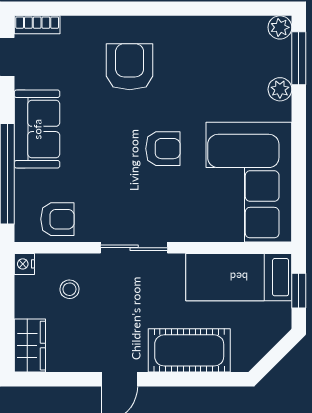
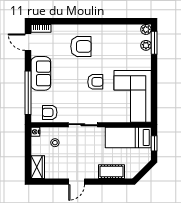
armchair: (130, 67) -> (81, 46), turned 90
plant: (280, 89) -> (146, 45), moved
armchair: (57, 219) -> (50, 112), turned 180
cot: (189, 350) -> (112, 172), width x0.73, depth x0.75

